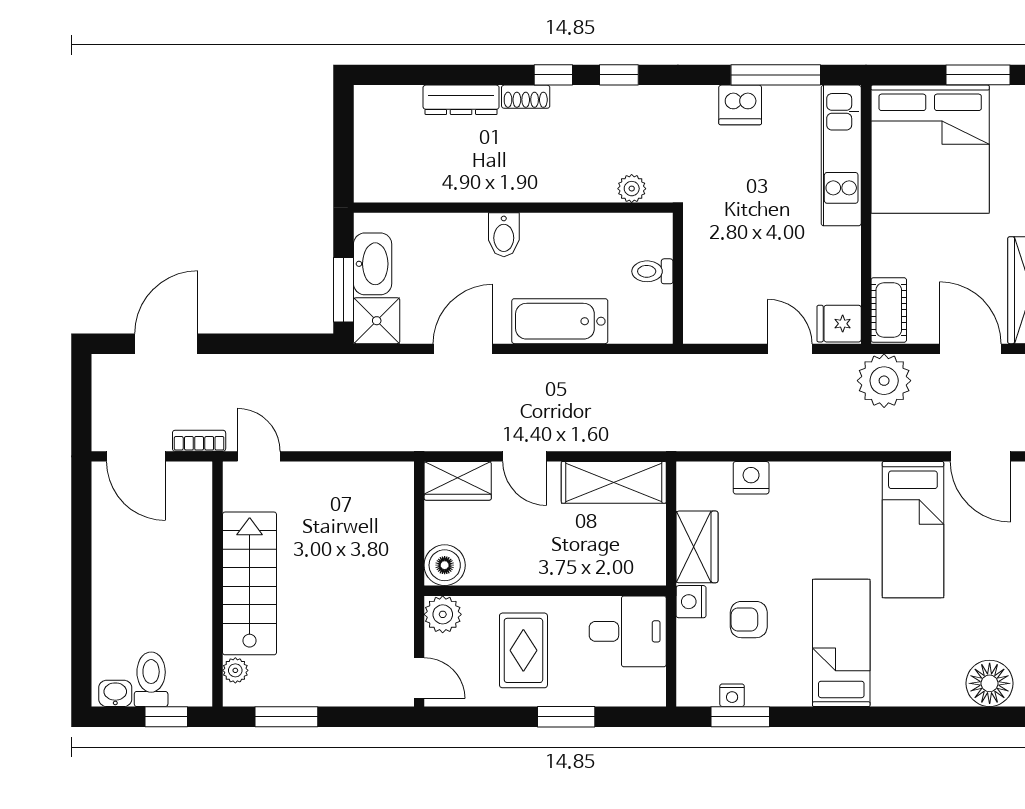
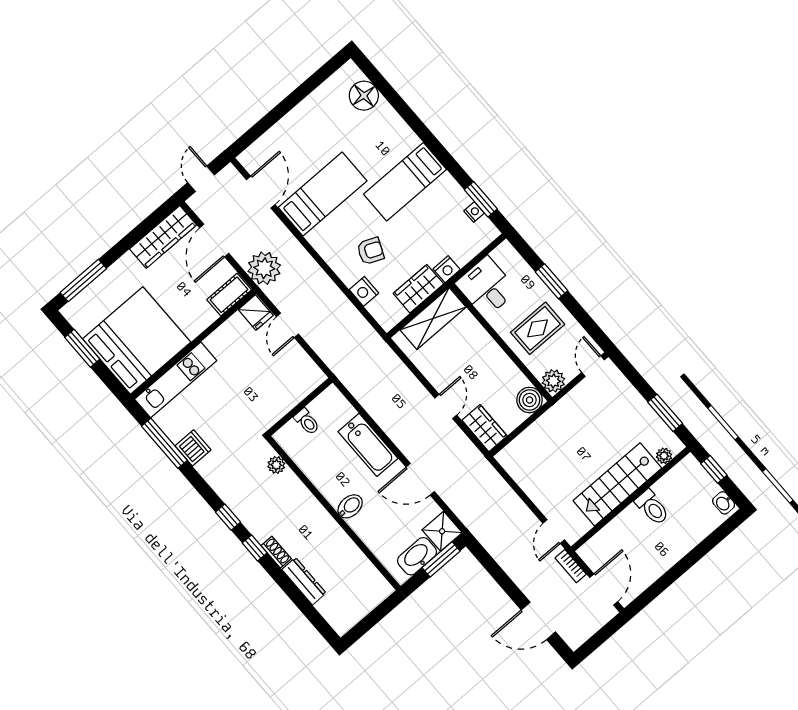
shelving: (614, 482) -> (433, 319), moved, turned 90
armchair: (749, 620) -> (370, 251), moved, turned -67
toilet: (151, 679) -> (652, 507), moved, turned -90

